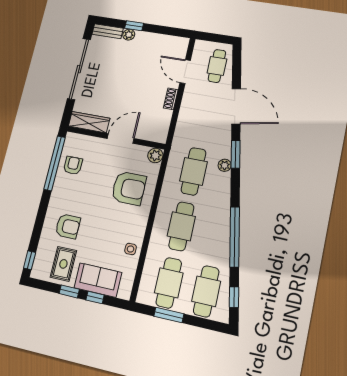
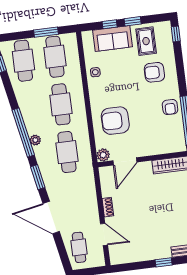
plant: (129, 35) -> (165, 253), removed
door: (121, 139) -> (125, 161), moved
armchair: (73, 165) -> (170, 107), moved
plant: (225, 165) -> (35, 140), moved
window: (235, 237) -> (23, 133), moved

